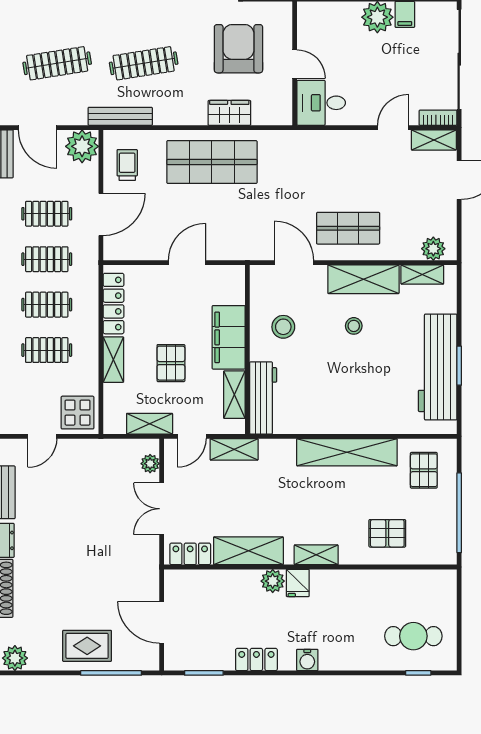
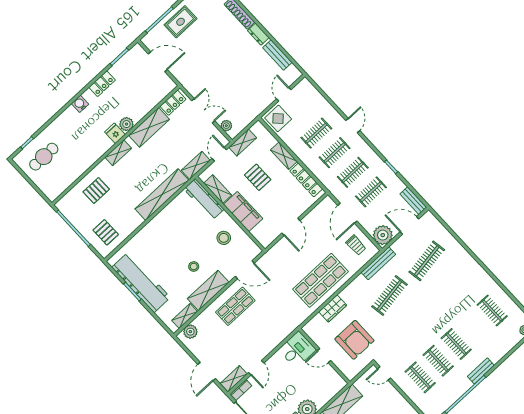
shelving: (347, 452) -> (162, 195), moved

